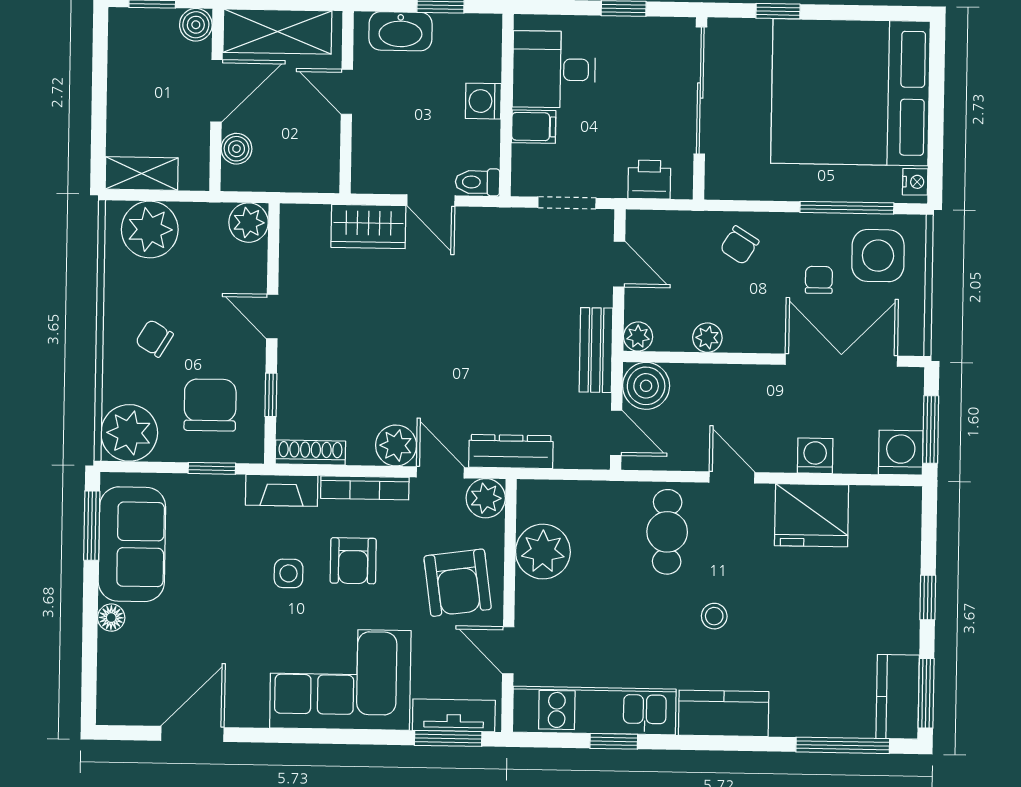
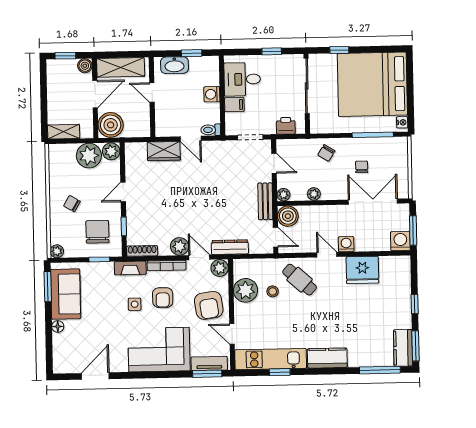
boiler: (236, 149) -> (111, 125), width x1.86, depth x1.86
plant: (150, 230) -> (89, 156), moved
side table: (878, 256) -> (387, 155), removed
door: (272, 316) -> (123, 192), hinge flipped
plant: (129, 433) -> (57, 251), width x0.53, depth x0.53
washing machine: (815, 456) -> (346, 244), moved
cafe table: (667, 532) -> (300, 280), turned -48
stool: (714, 616) -> (273, 291), moved

